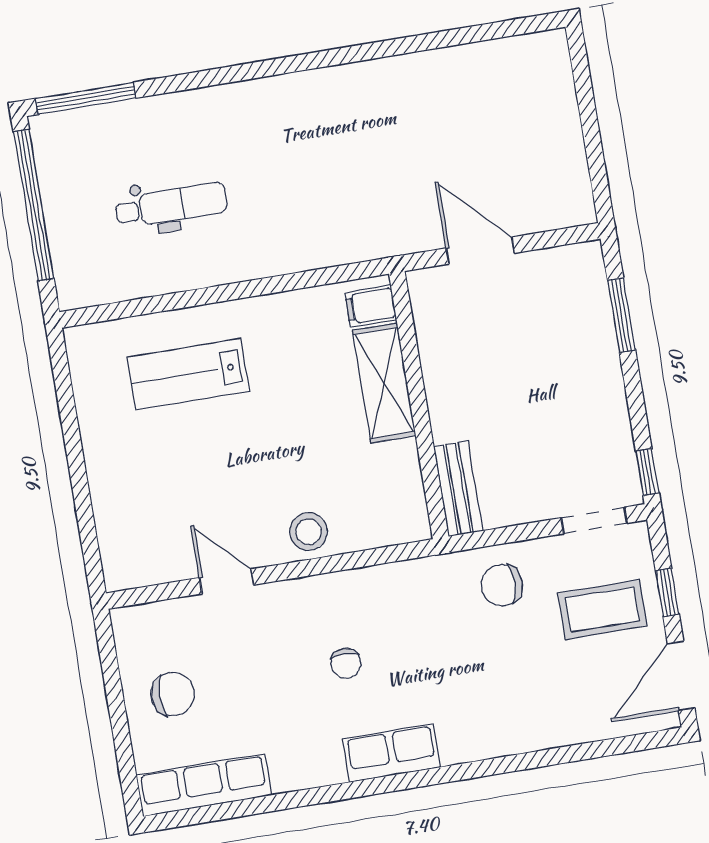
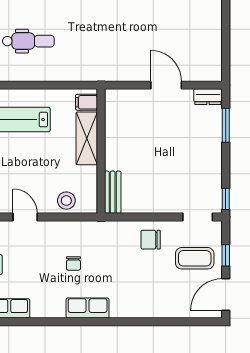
dresser: (574, 260) -> (208, 97), added
filing cabinet: (371, 306) -> (86, 102), moved
shelving: (384, 383) -> (87, 138), moved
wall: (419, 405) -> (101, 151), moved
bench: (458, 489) -> (113, 192), moved

